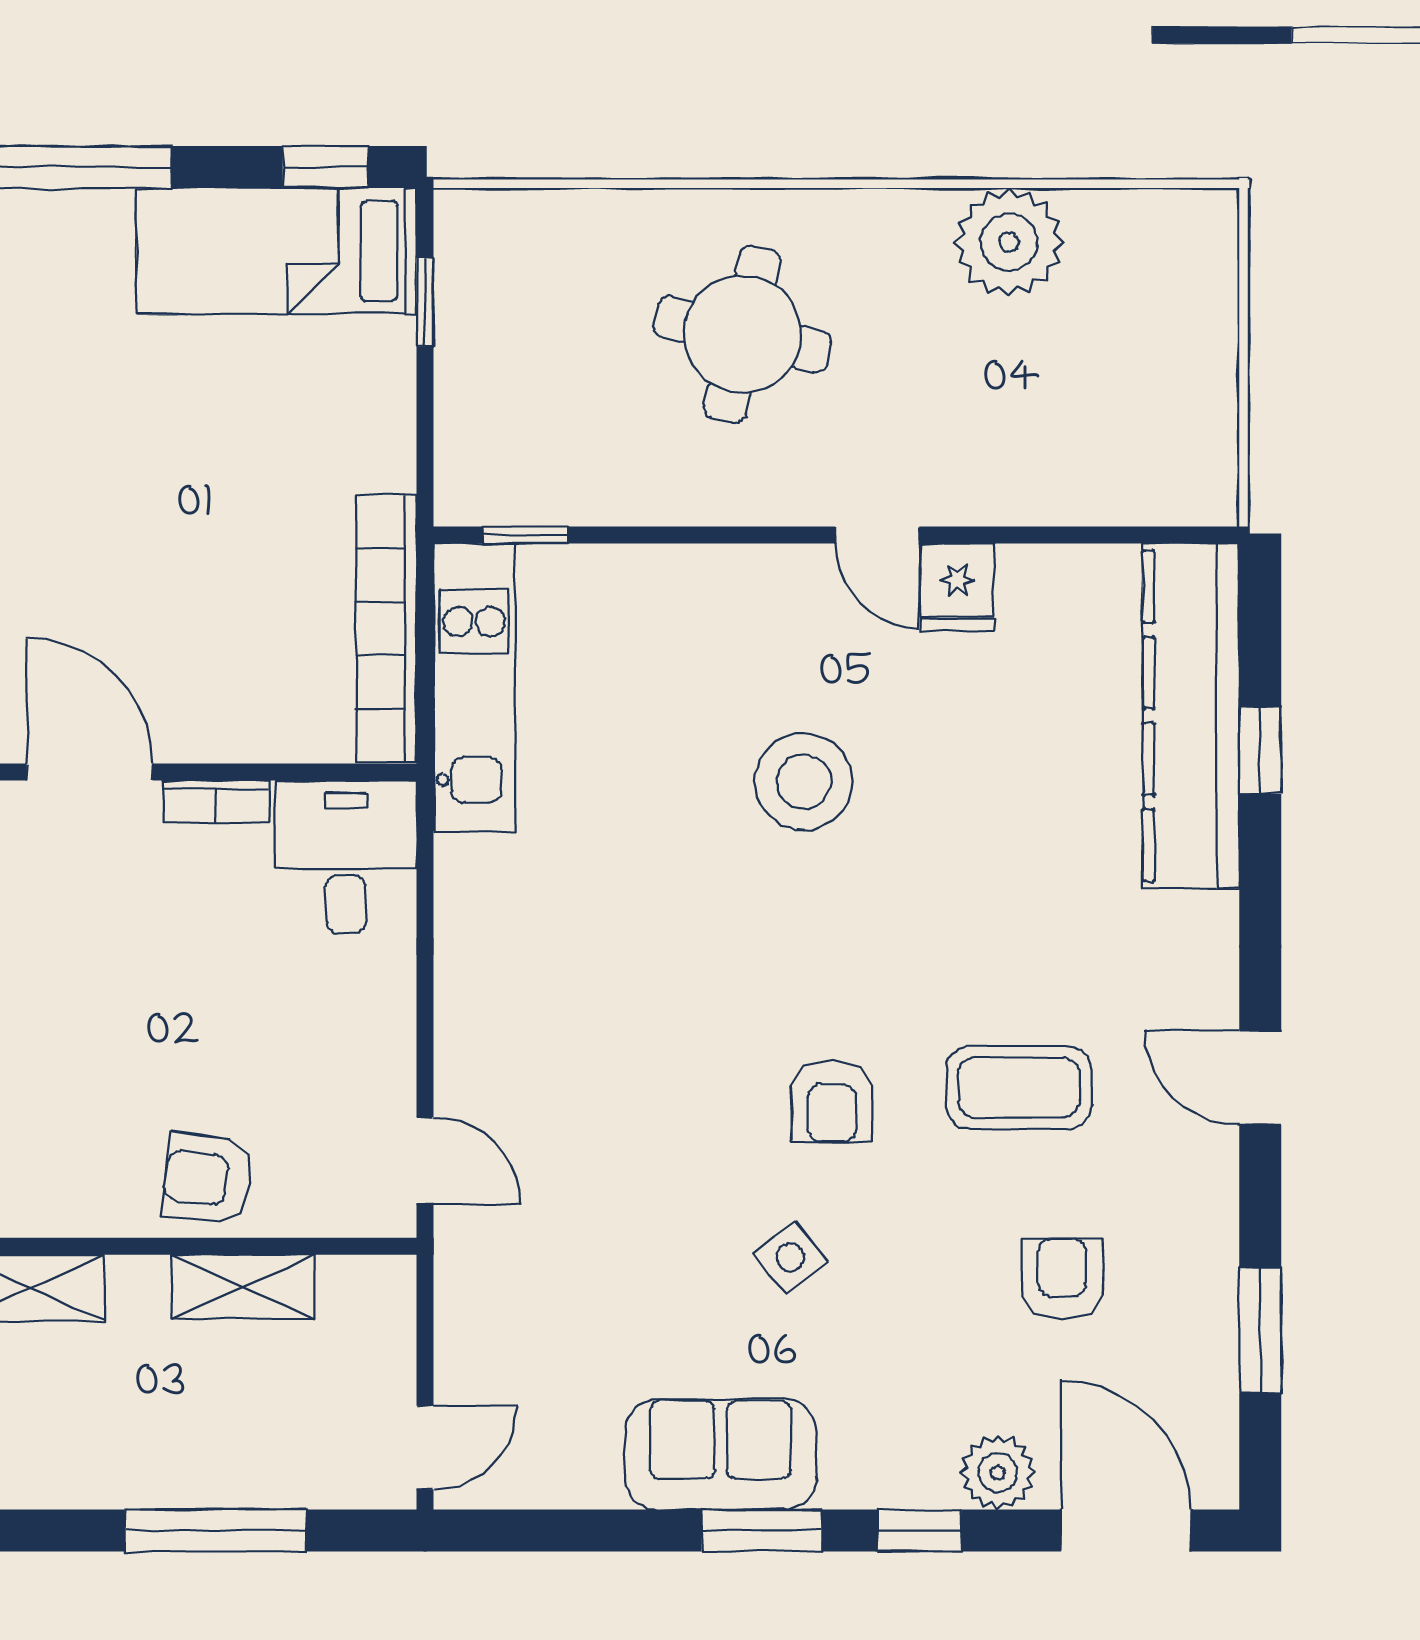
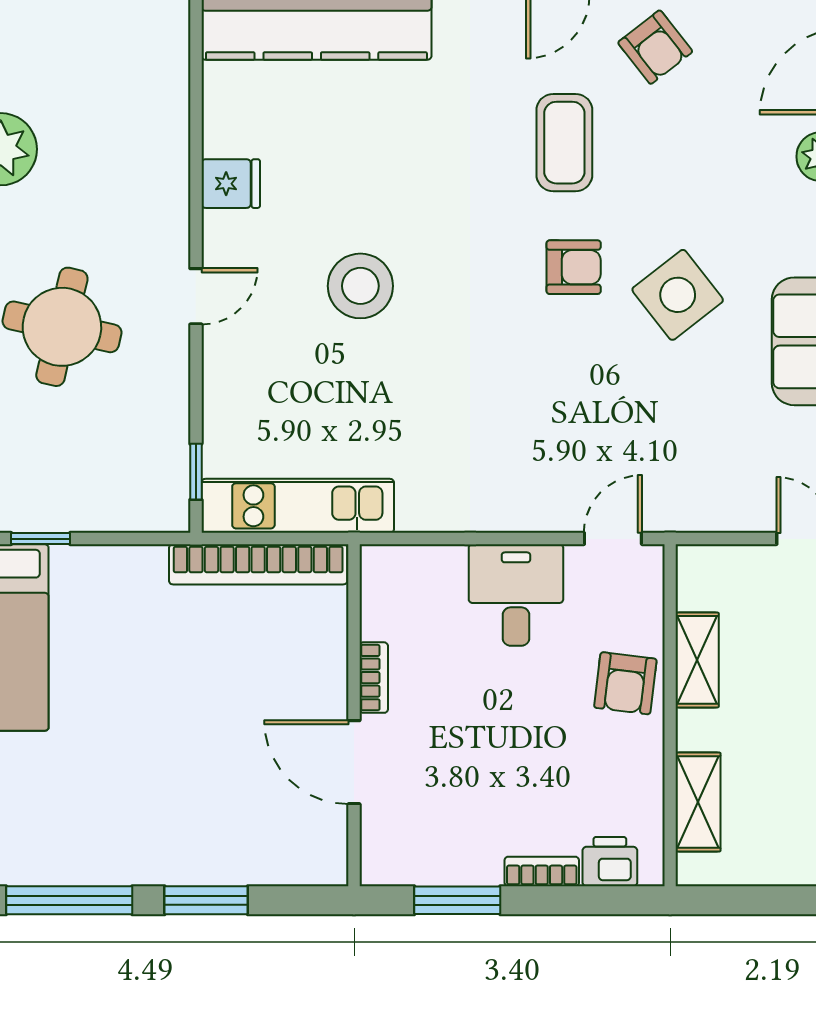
door: (877, 535) -> (196, 296), moved
door: (90, 772) -> (354, 762), hinge flipped
desk: (346, 857) -> (516, 595), moved, turned 90
side table: (790, 1257) -> (678, 295), width x1.87, depth x1.87
armchair: (1062, 1279) -> (655, 47), moved, turned -128

